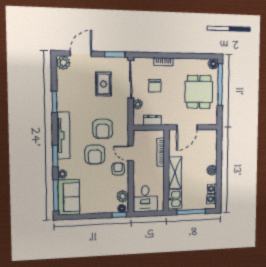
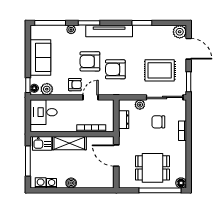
rug: (104, 84) -> (160, 70), width x1.36, depth x1.43
sofa: (69, 197) -> (40, 57), moved, turned -90

